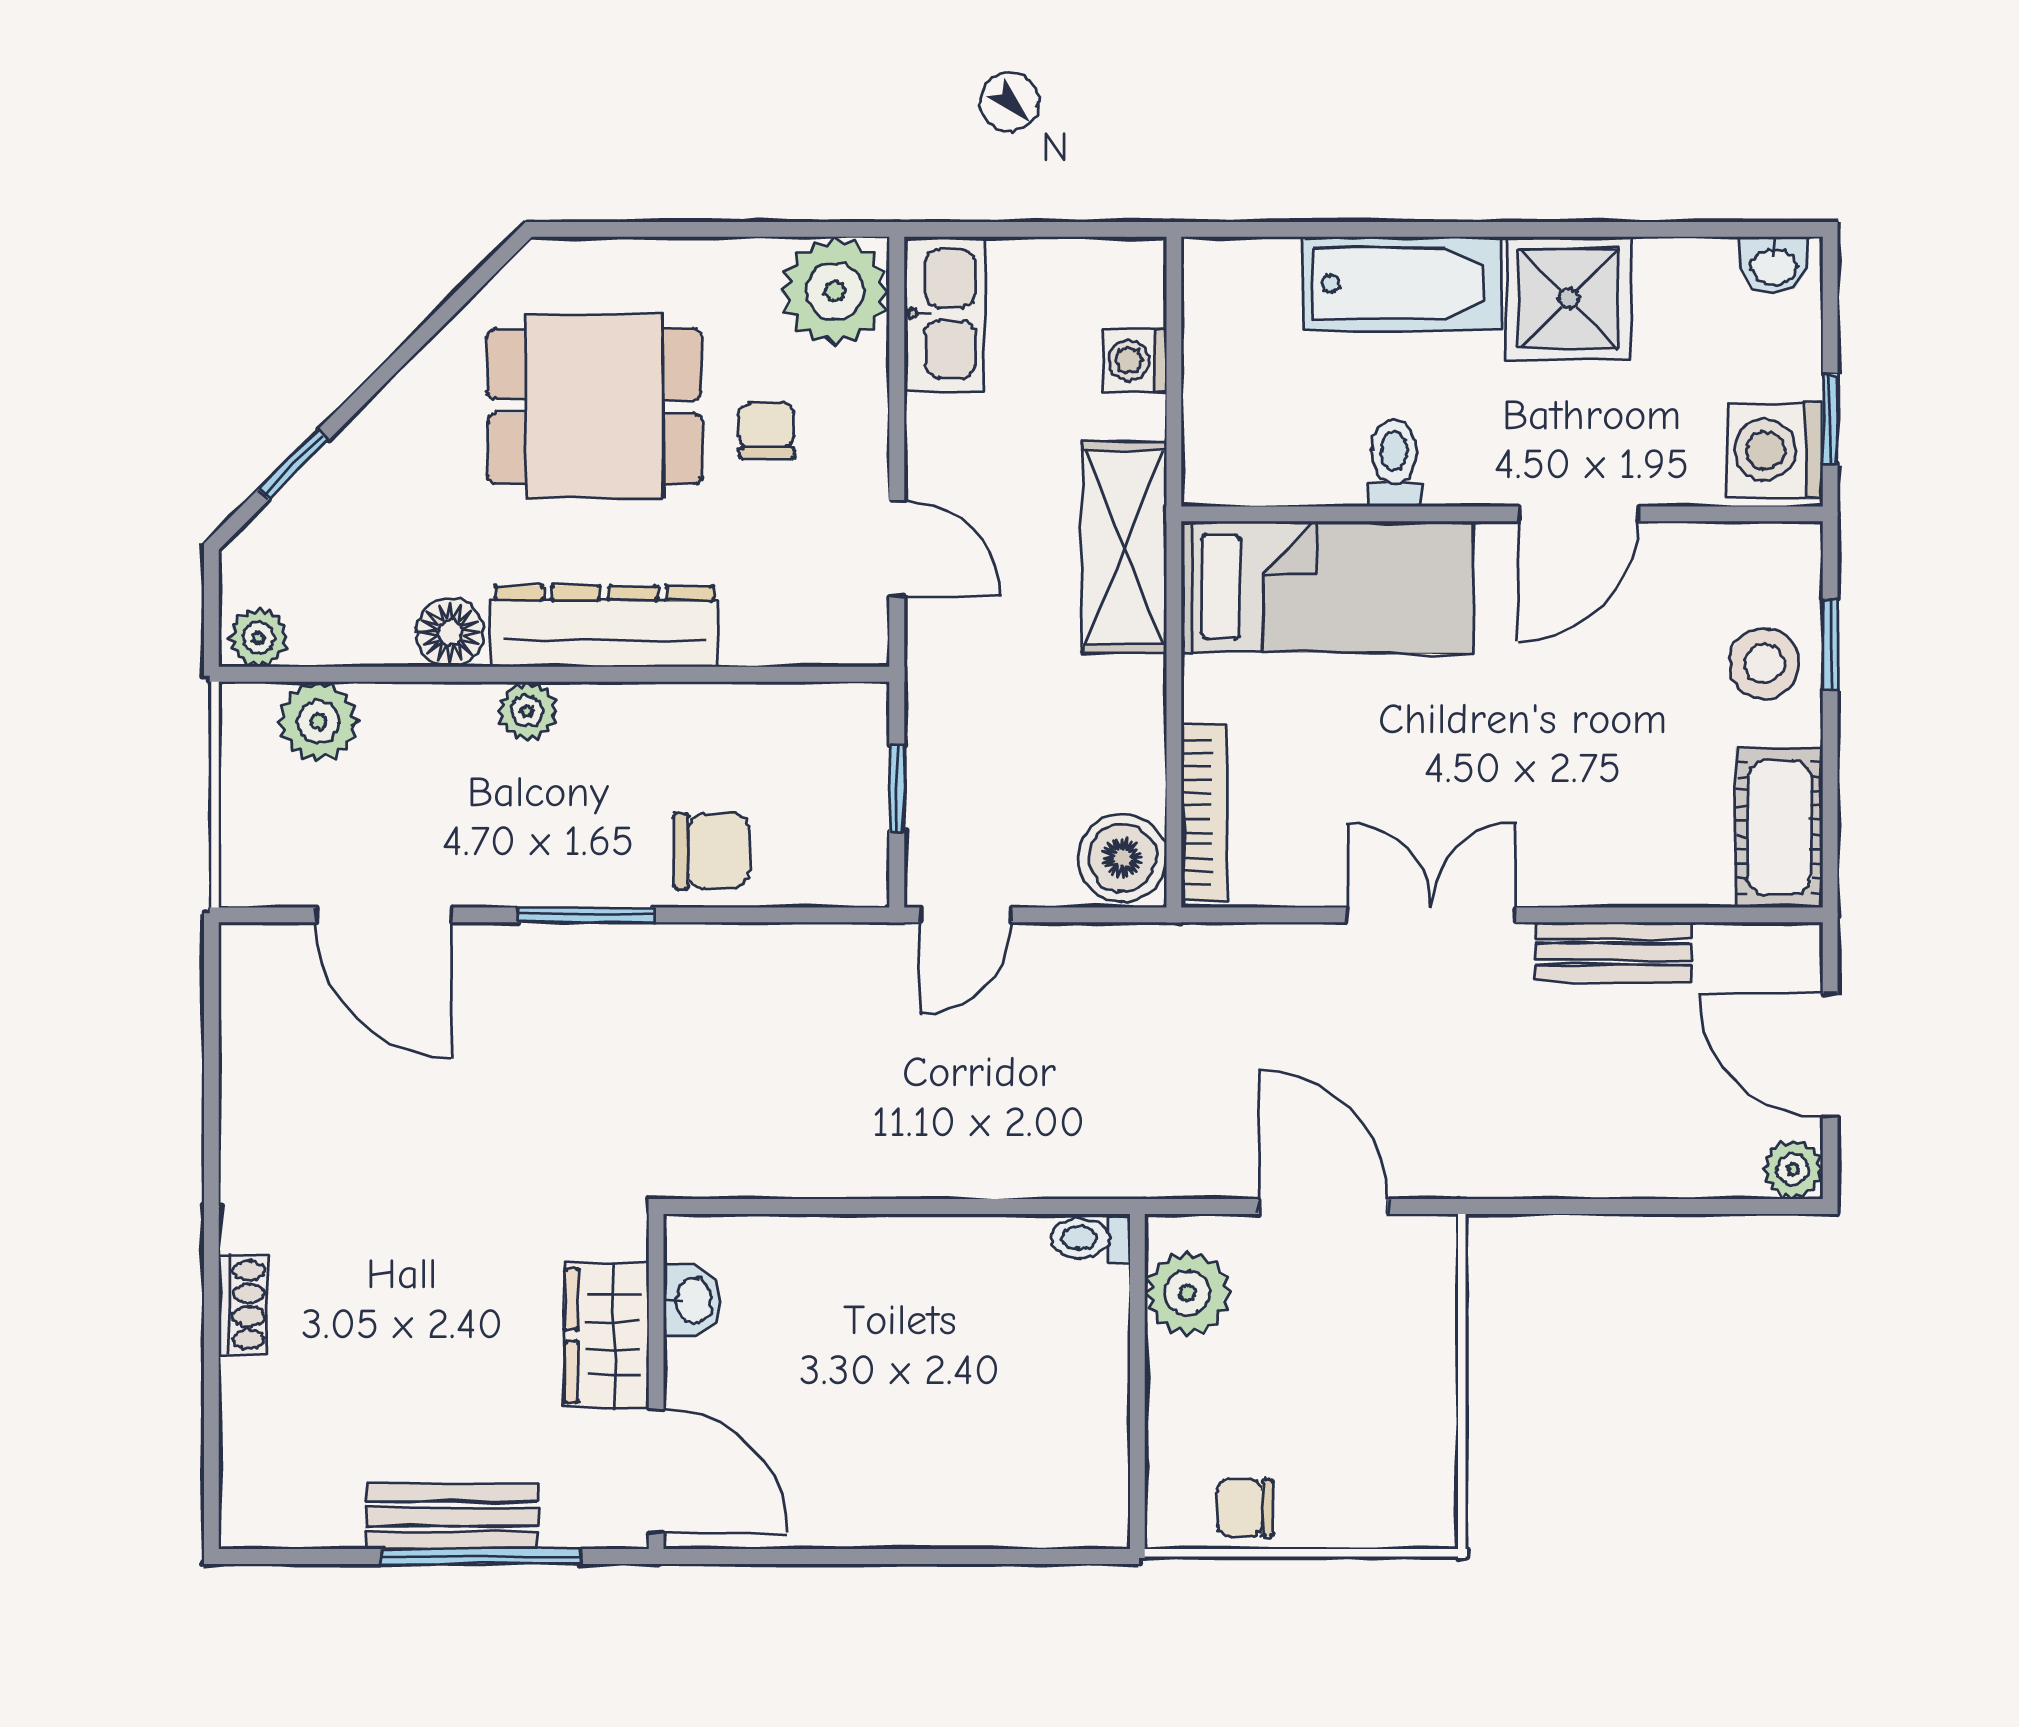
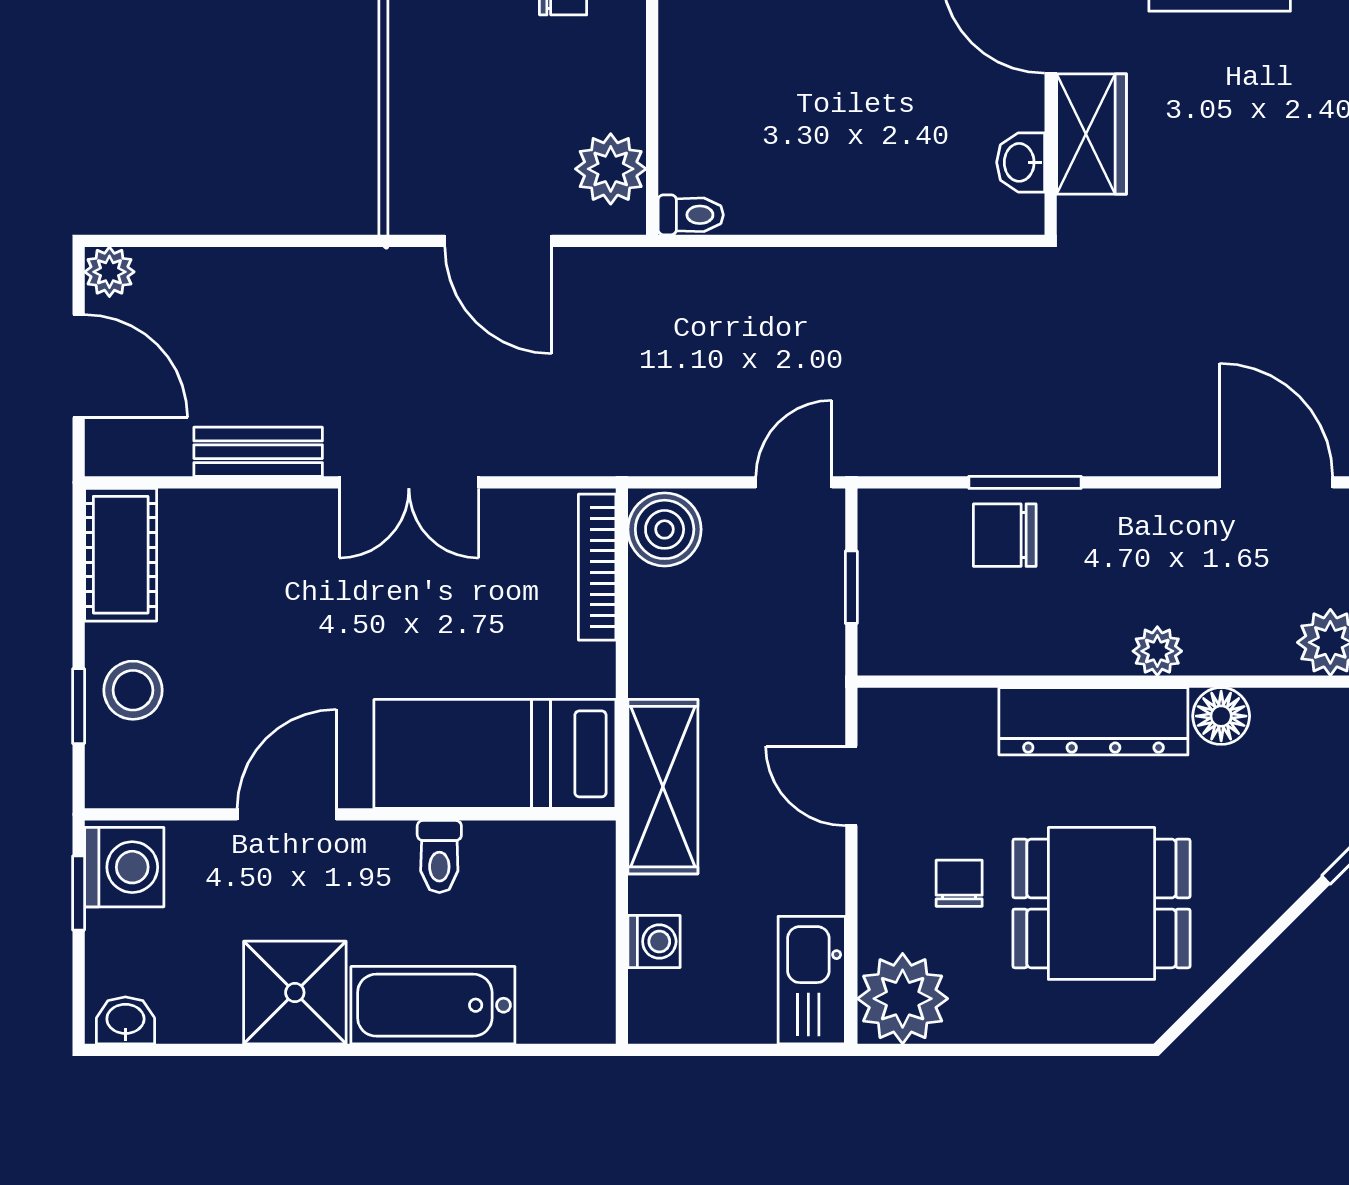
chair: (767, 431) -> (959, 883), turned 180
window: (586, 915) -> (1025, 482), moved

